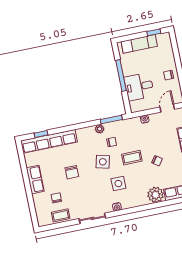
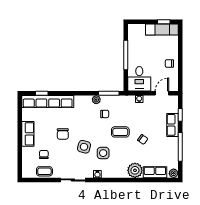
exam couch: (139, 44) -> (162, 30), moved
desk: (139, 87) -> (139, 79), moved, turned -90
side table: (103, 162) -> (84, 147), moved

